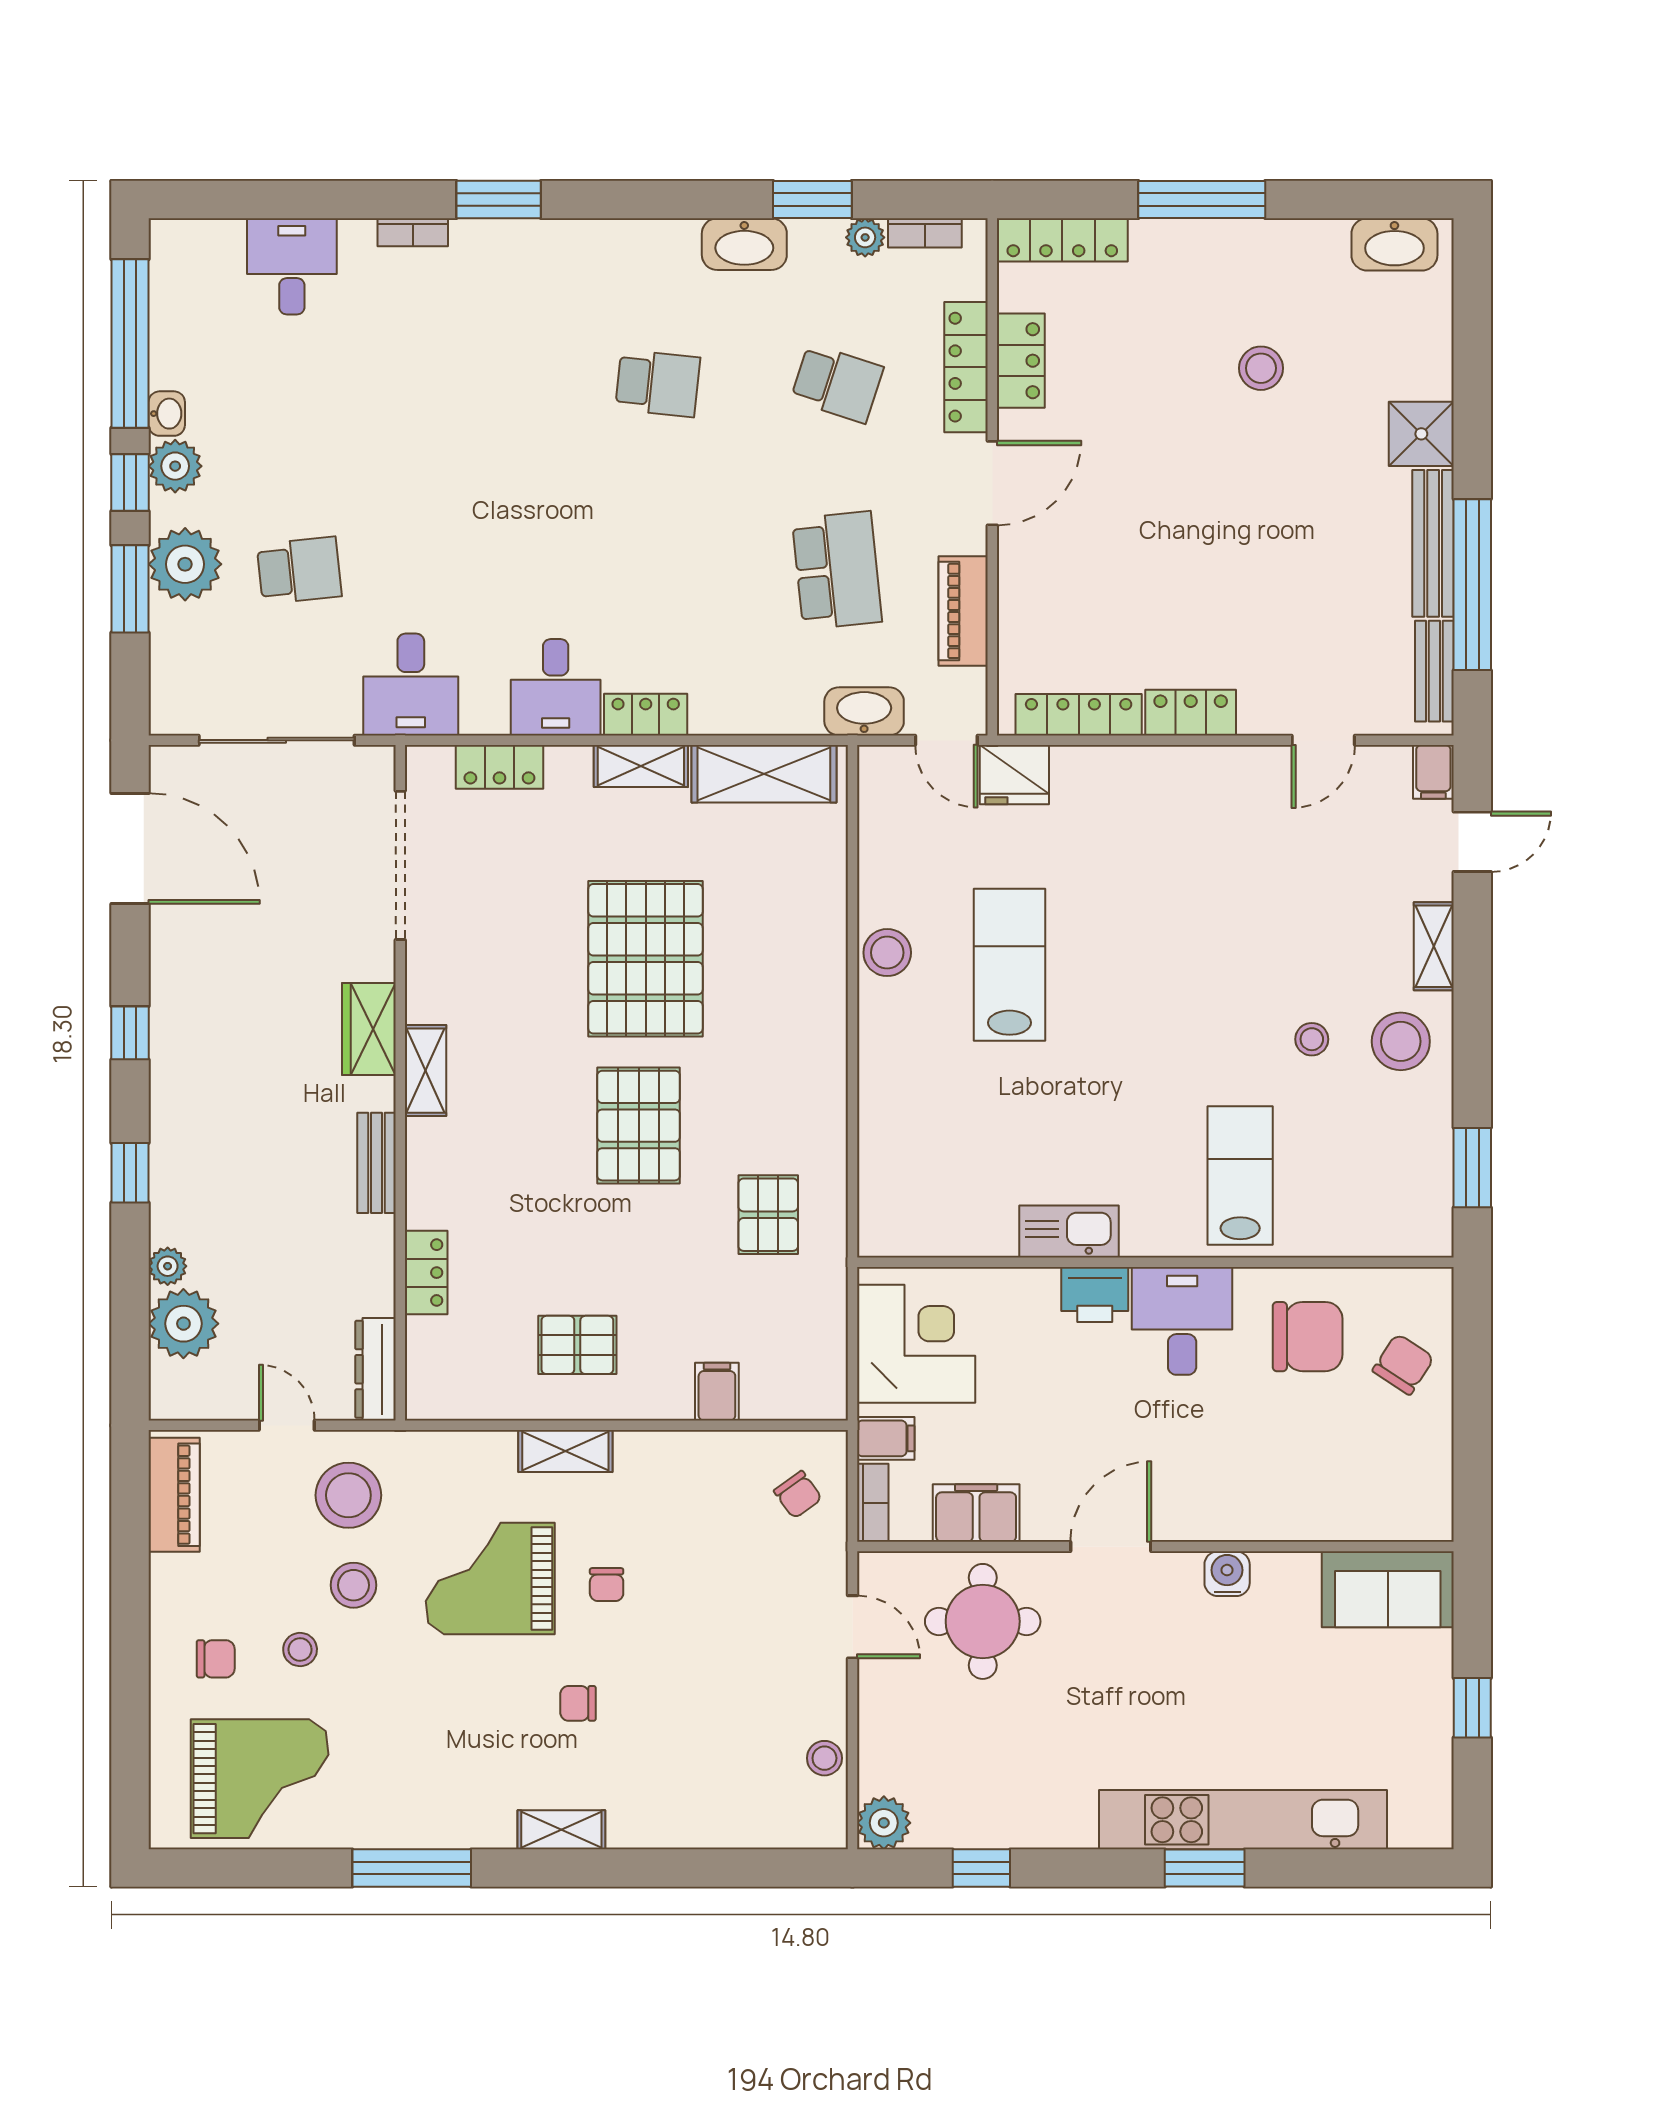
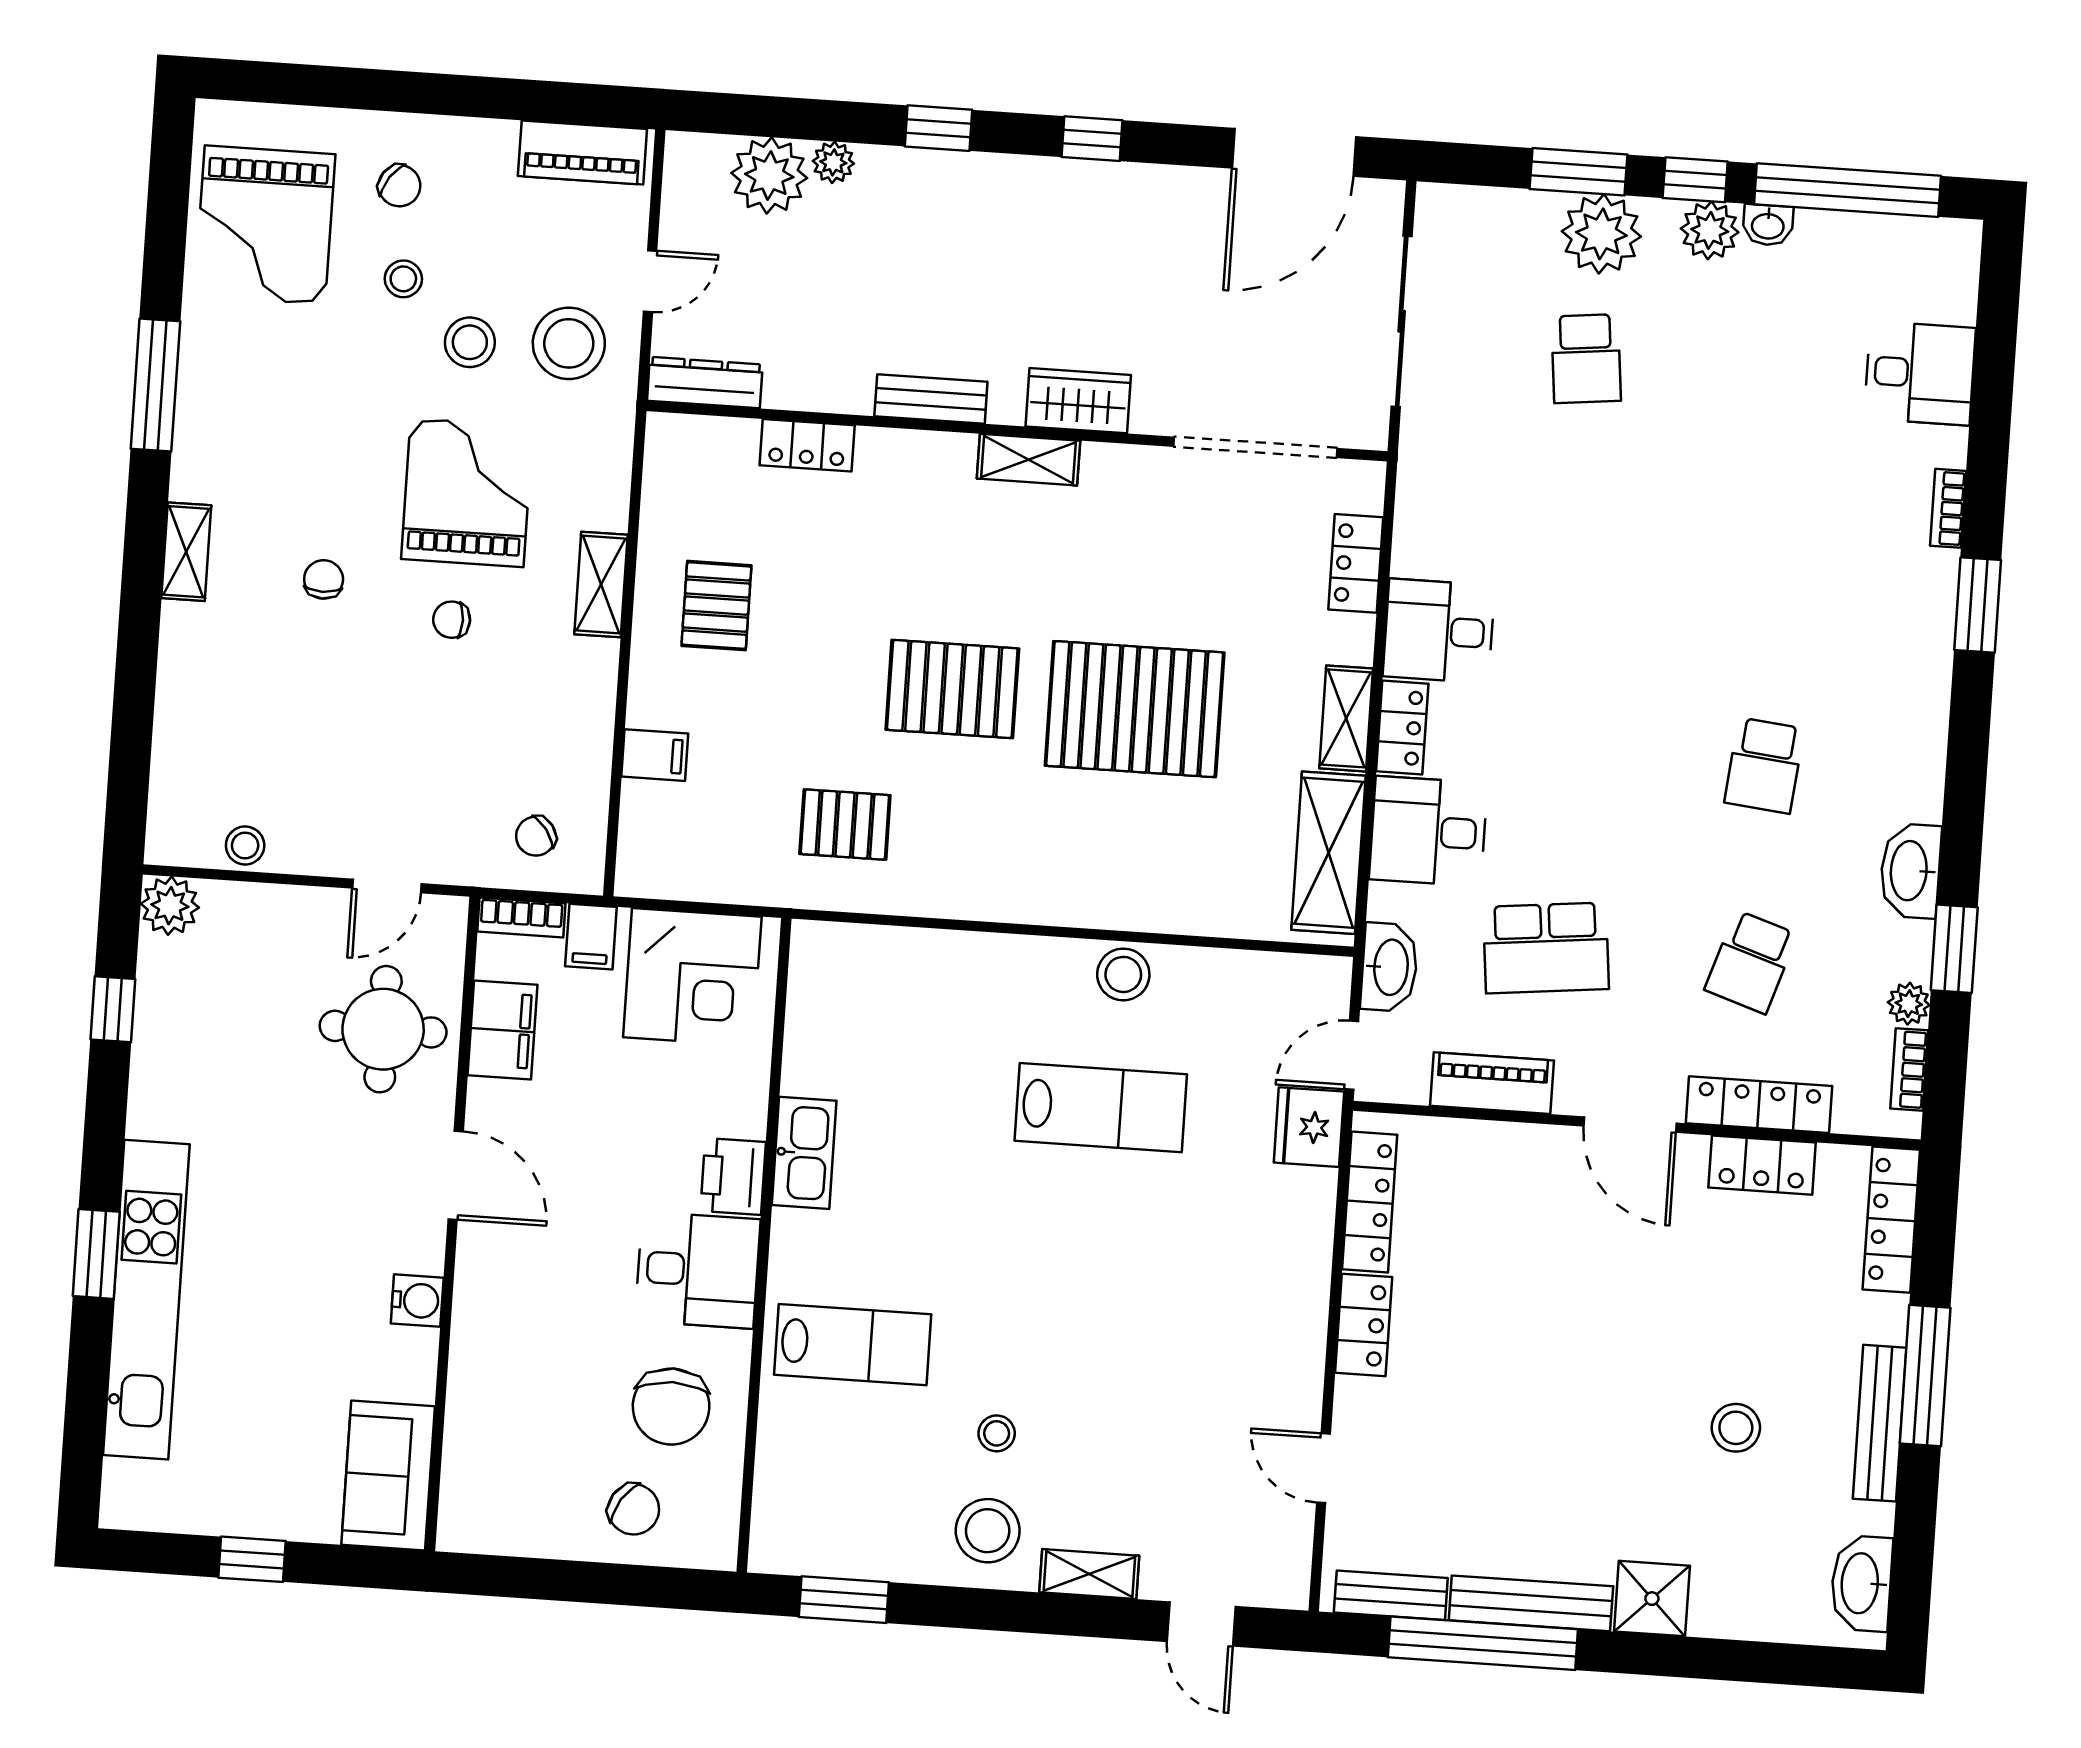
bench: (1248, 238) -> (1880, 1423), added
desk: (411, 684) -> (1428, 831), moved
filing cabinet: (1433, 772) -> (1281, 1587), removed
chair: (216, 1659) -> (399, 186), turned -55

